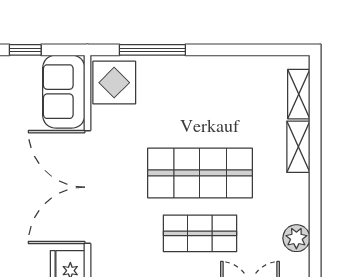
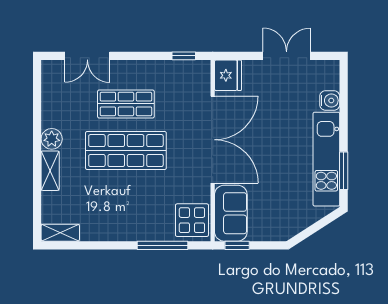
window: (25, 50) -> (237, 245), moved
shelving: (299, 94) -> (60, 233), moved, turned 90
plant: (296, 238) -> (52, 139), moved

